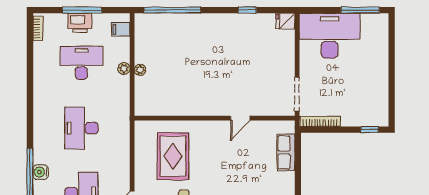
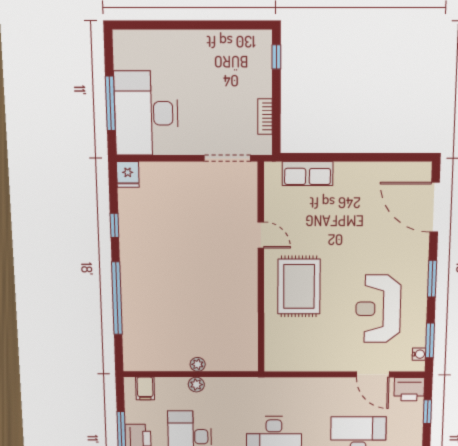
window: (172, 10) -> (117, 298), moved
window: (360, 10) -> (110, 103), moved
bookcase: (320, 121) -> (265, 116), width x0.64
rug: (173, 156) -> (299, 286), moved, turned 90

